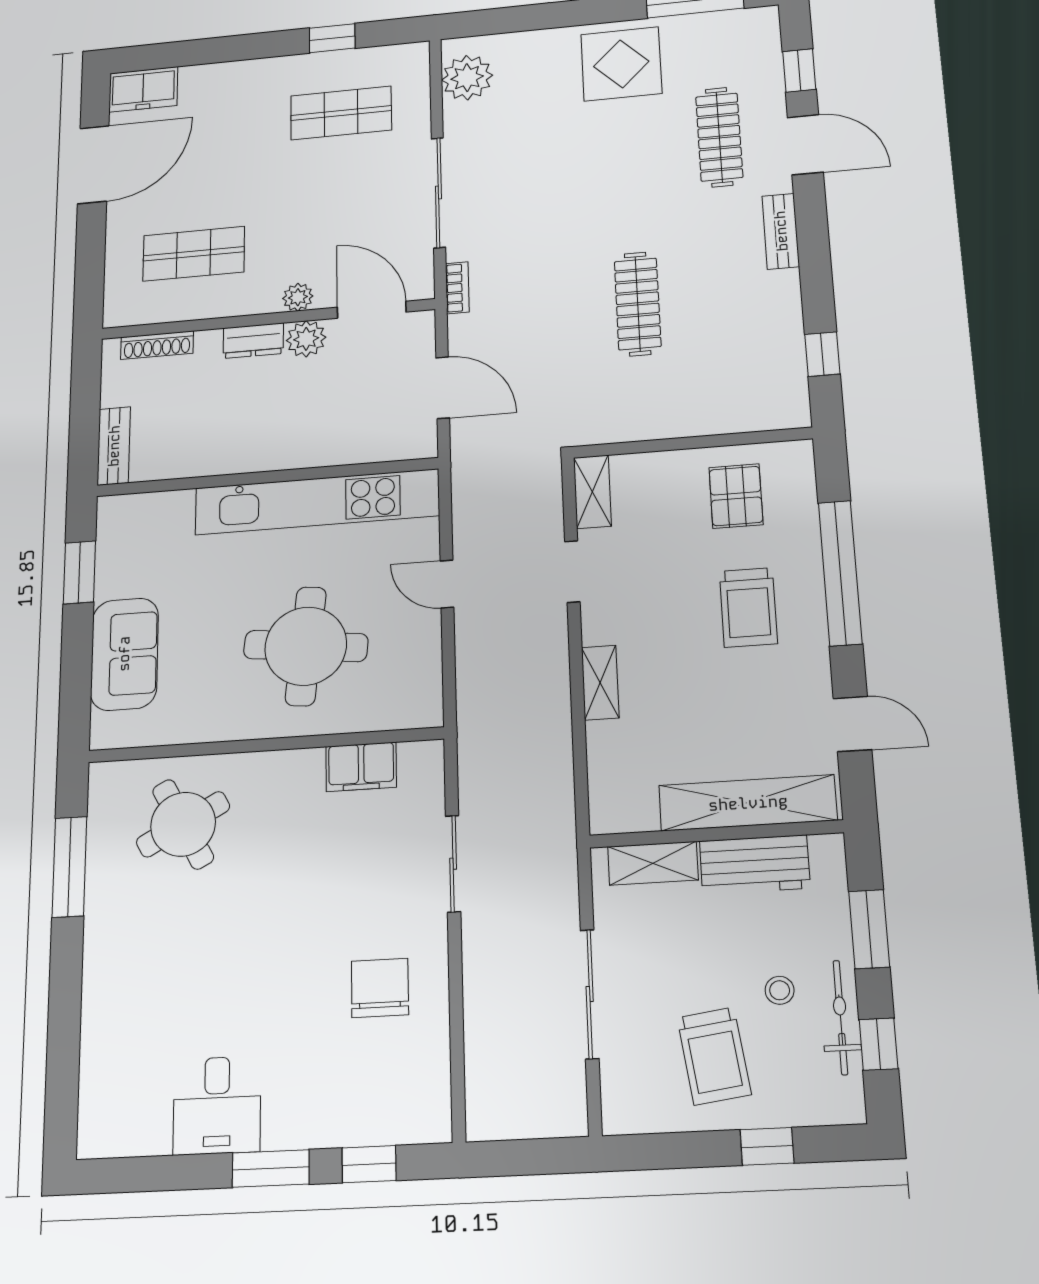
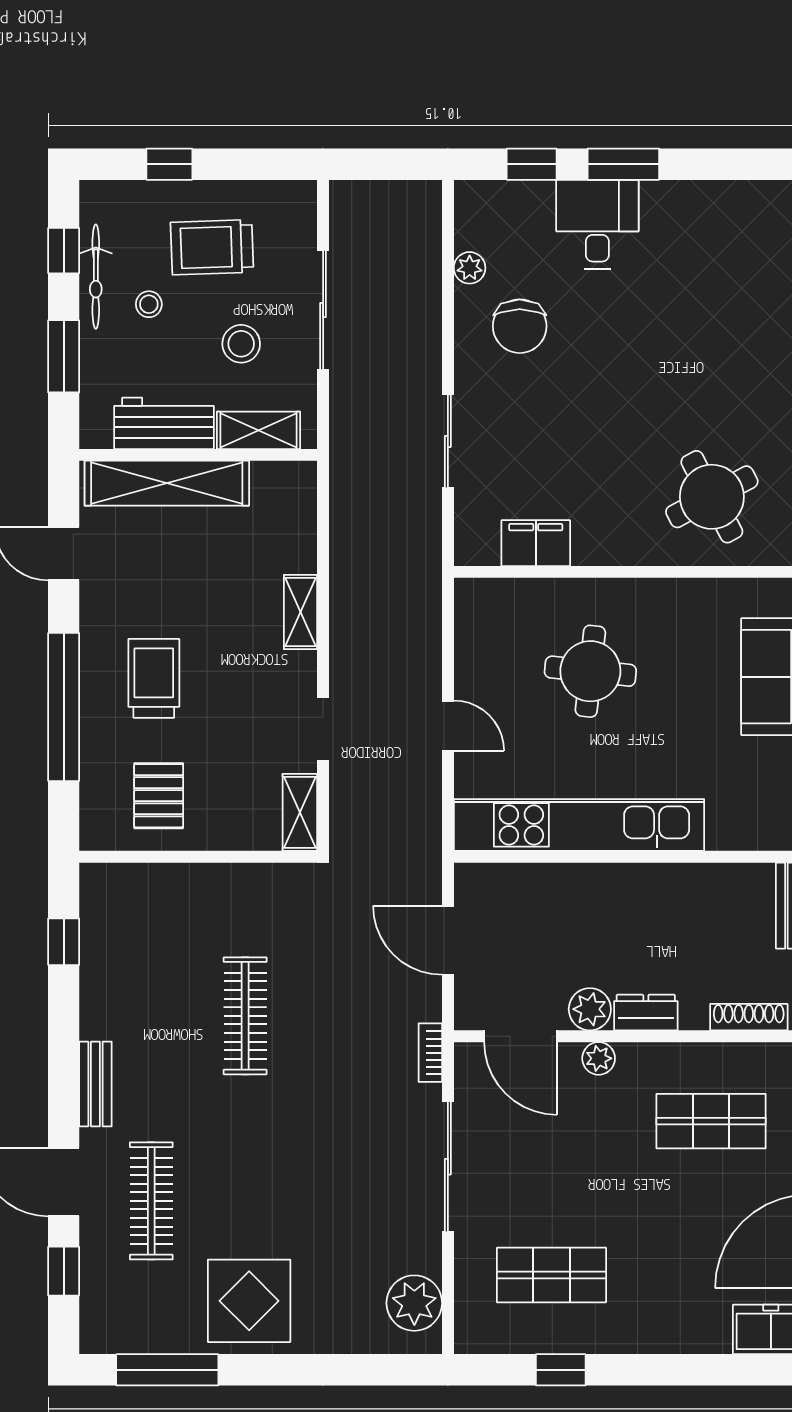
round table: (306, 646) -> (590, 671), width x0.73, depth x0.73
stool: (676, 953) -> (241, 344), added
plant: (434, 1047) -> (470, 268), added
trolley: (714, 1056) -> (212, 247), turned -84
desk: (217, 1105) -> (597, 224), moved

